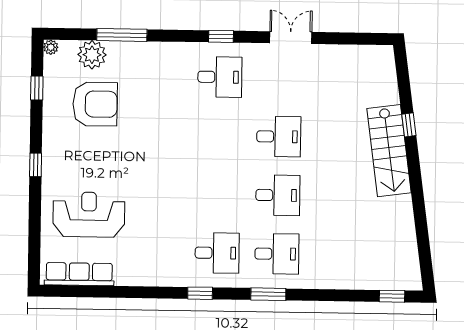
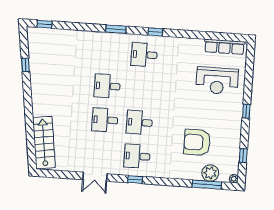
window: (122, 35) -> (207, 185), moved
armchair: (95, 104) -> (197, 142), moved
window: (409, 125) -> (25, 65), moved
stairs: (389, 151) -> (44, 143), moved
desk: (277, 254) -> (139, 122), moved

